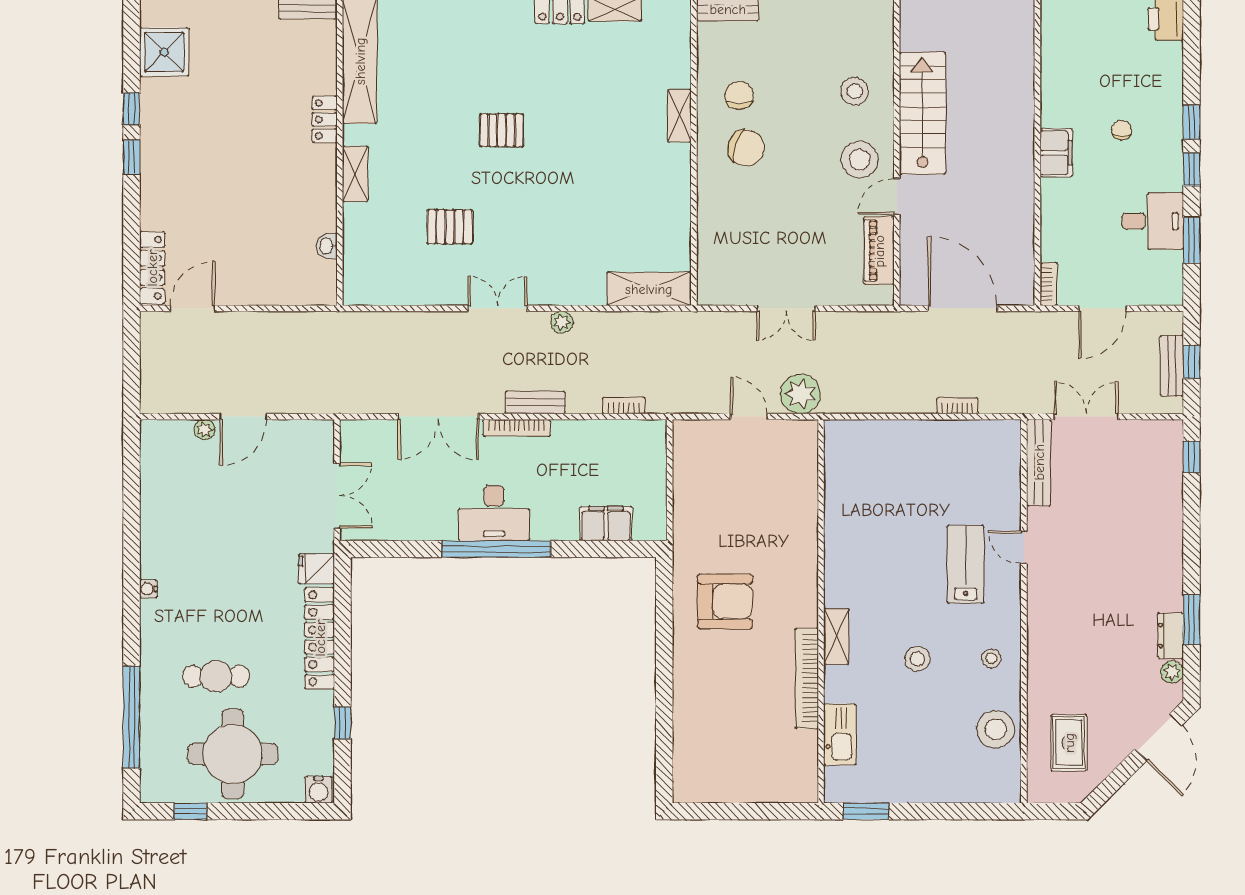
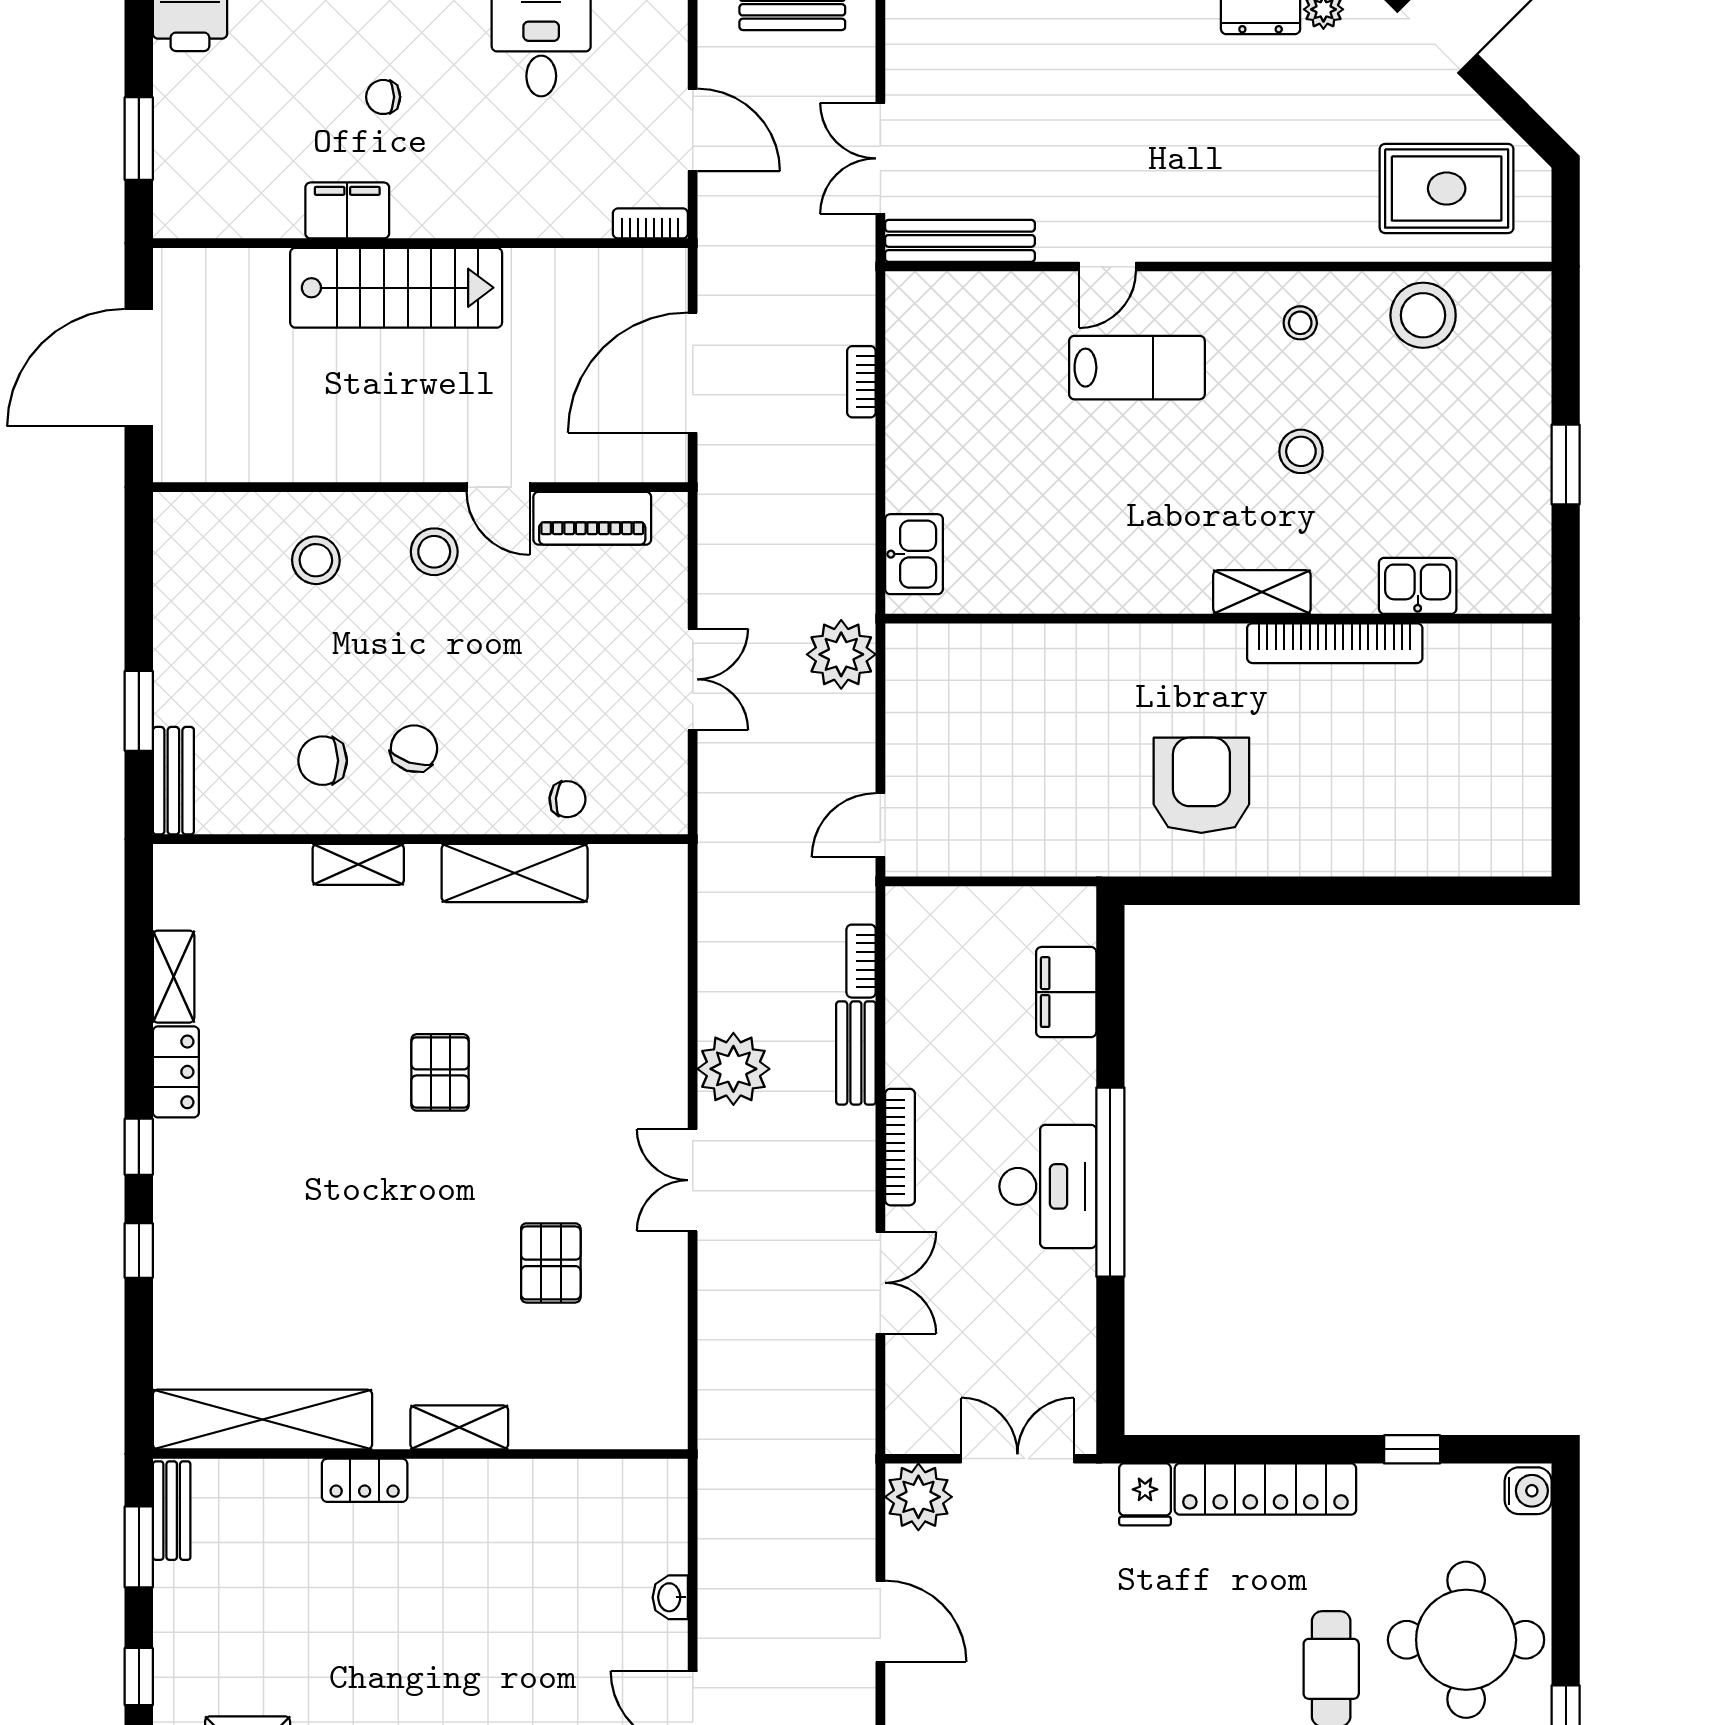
stairs: (922, 113) -> (396, 288), moved, turned 180
pallet: (502, 130) -> (440, 1072), moved
chair: (746, 148) -> (414, 749), width x0.73, depth x0.73
filing cabinet: (1056, 153) -> (347, 210), moved
stool: (860, 160) -> (434, 552), width x0.73, depth x0.73
chair: (717, 236) -> (567, 799), added
washbasin: (327, 246) -> (670, 1597), moved, turned 90
shelving: (649, 289) -> (515, 873), moved, turned 90
plant: (562, 322) -> (733, 1069), width x1.88, depth x1.88
bench: (535, 402) -> (856, 1053), moved
double door: (438, 417) -> (880, 1283), width x0.73
door: (749, 417) -> (880, 825), moved
plant: (204, 430) -> (918, 1497), moved, width x1.88, depth x1.88
kitchen sink: (858, 436) -> (914, 554), added
lab bench: (966, 564) -> (1137, 368), turned 180
kitchen sink: (840, 734) -> (1418, 586), width x0.73
rug: (1069, 743) -> (1447, 189), width x1.36, depth x1.43
window: (866, 811) -> (1566, 465), moved

